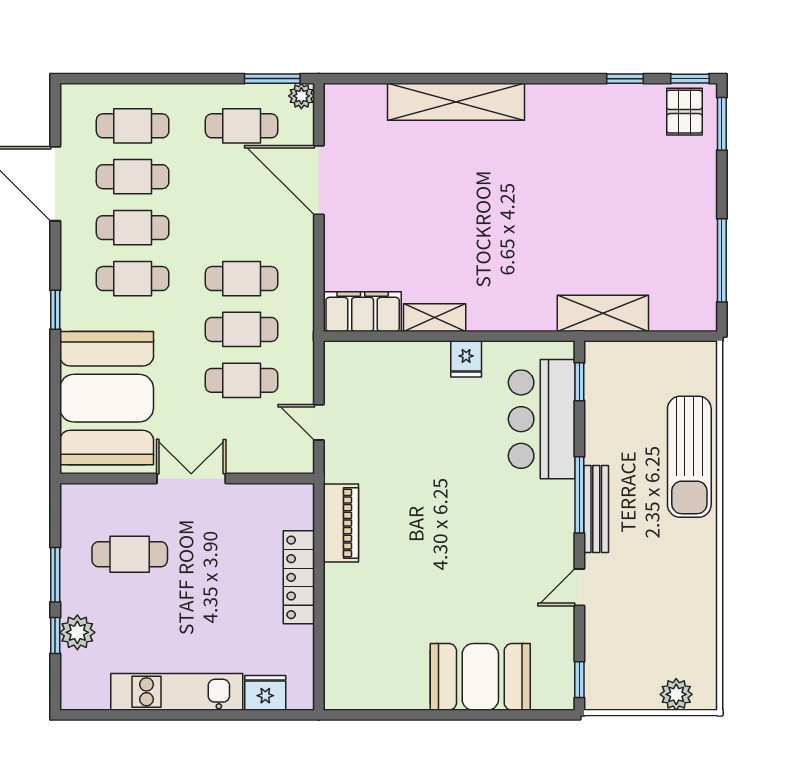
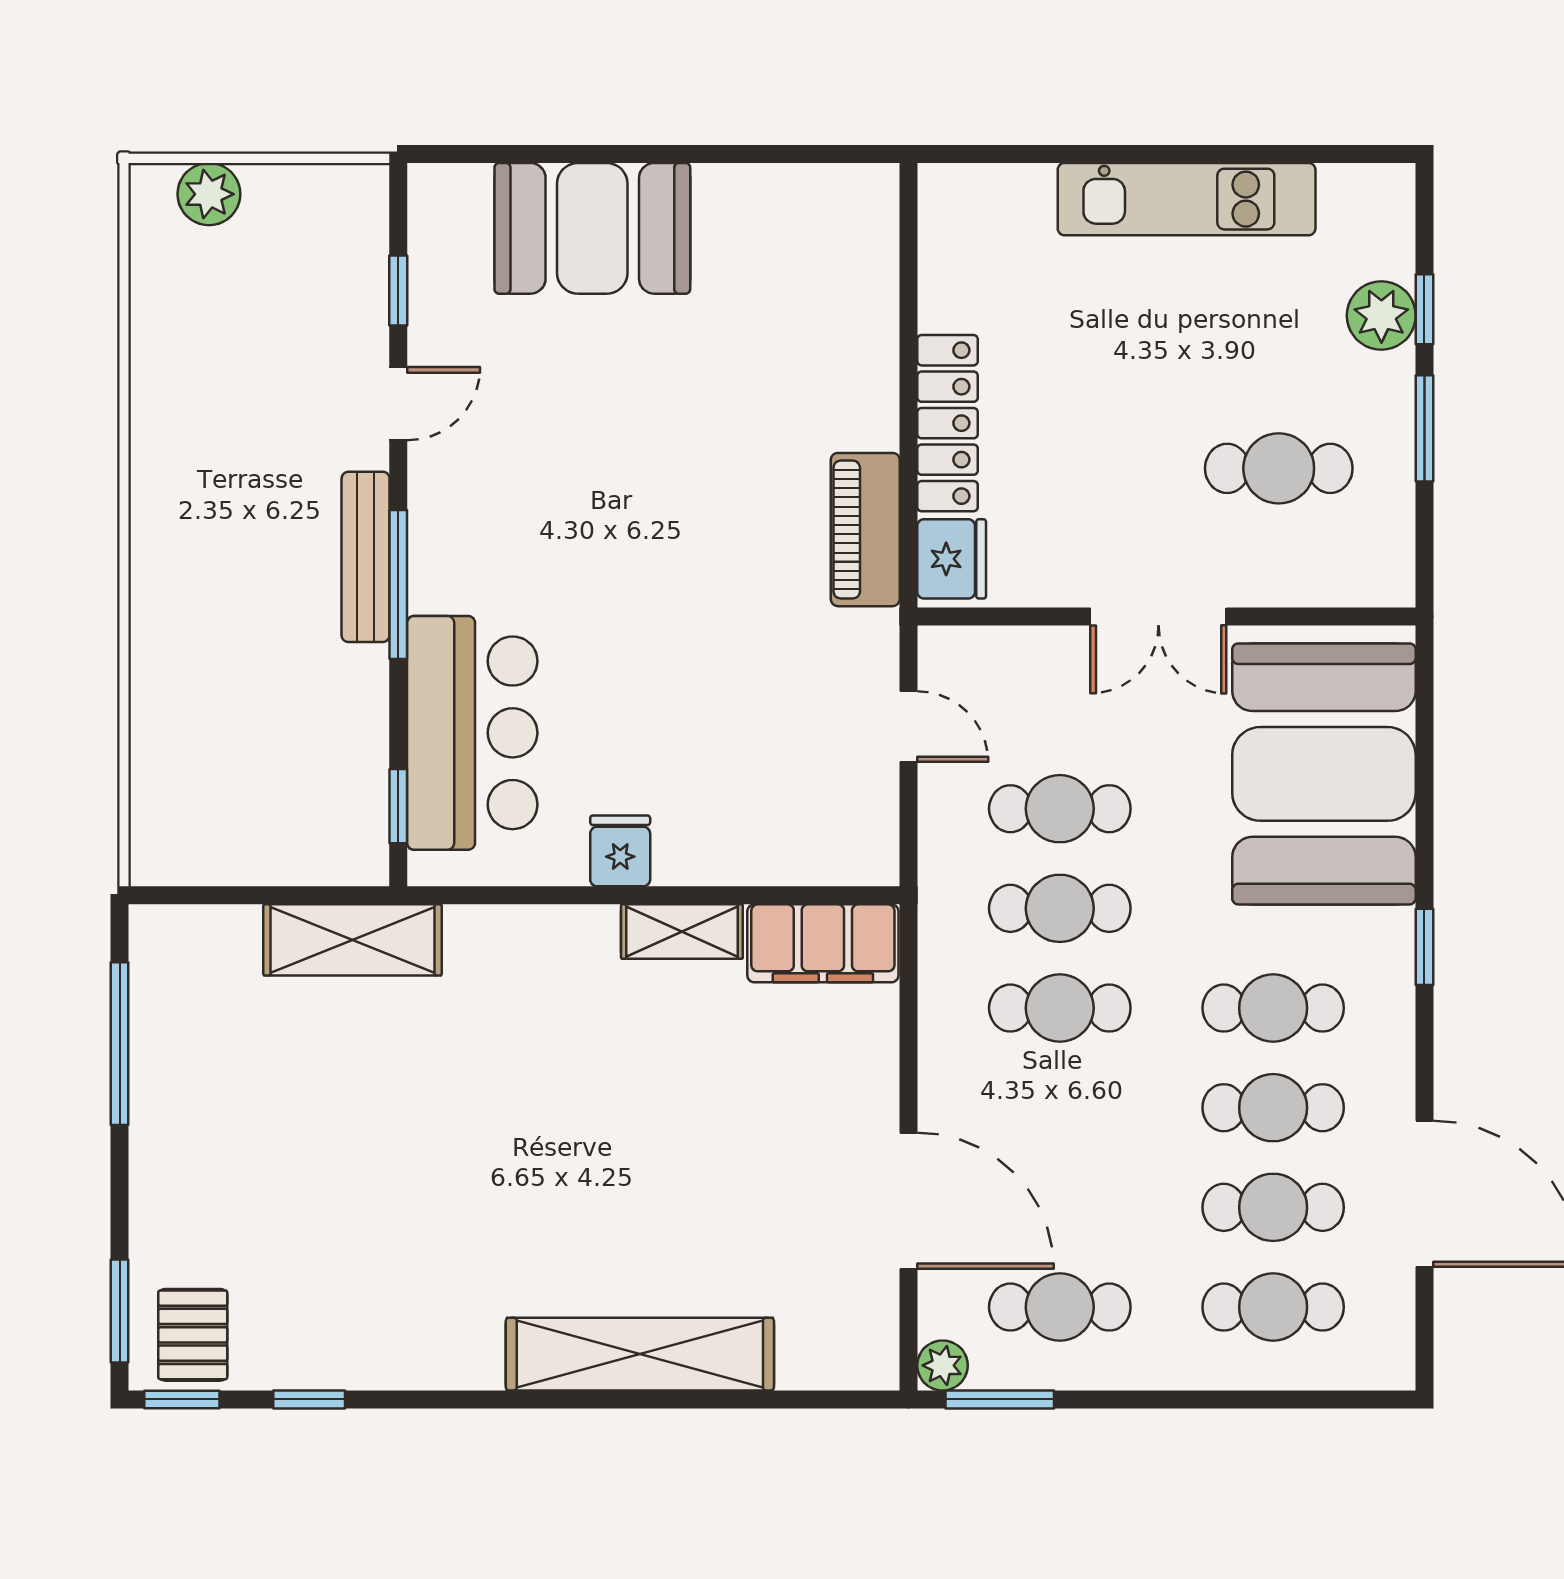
sun lounger: (689, 457) -> (183, 659), removed
window: (579, 680) -> (398, 290), moved
fridge: (265, 693) -> (952, 559), moved, turned -90

